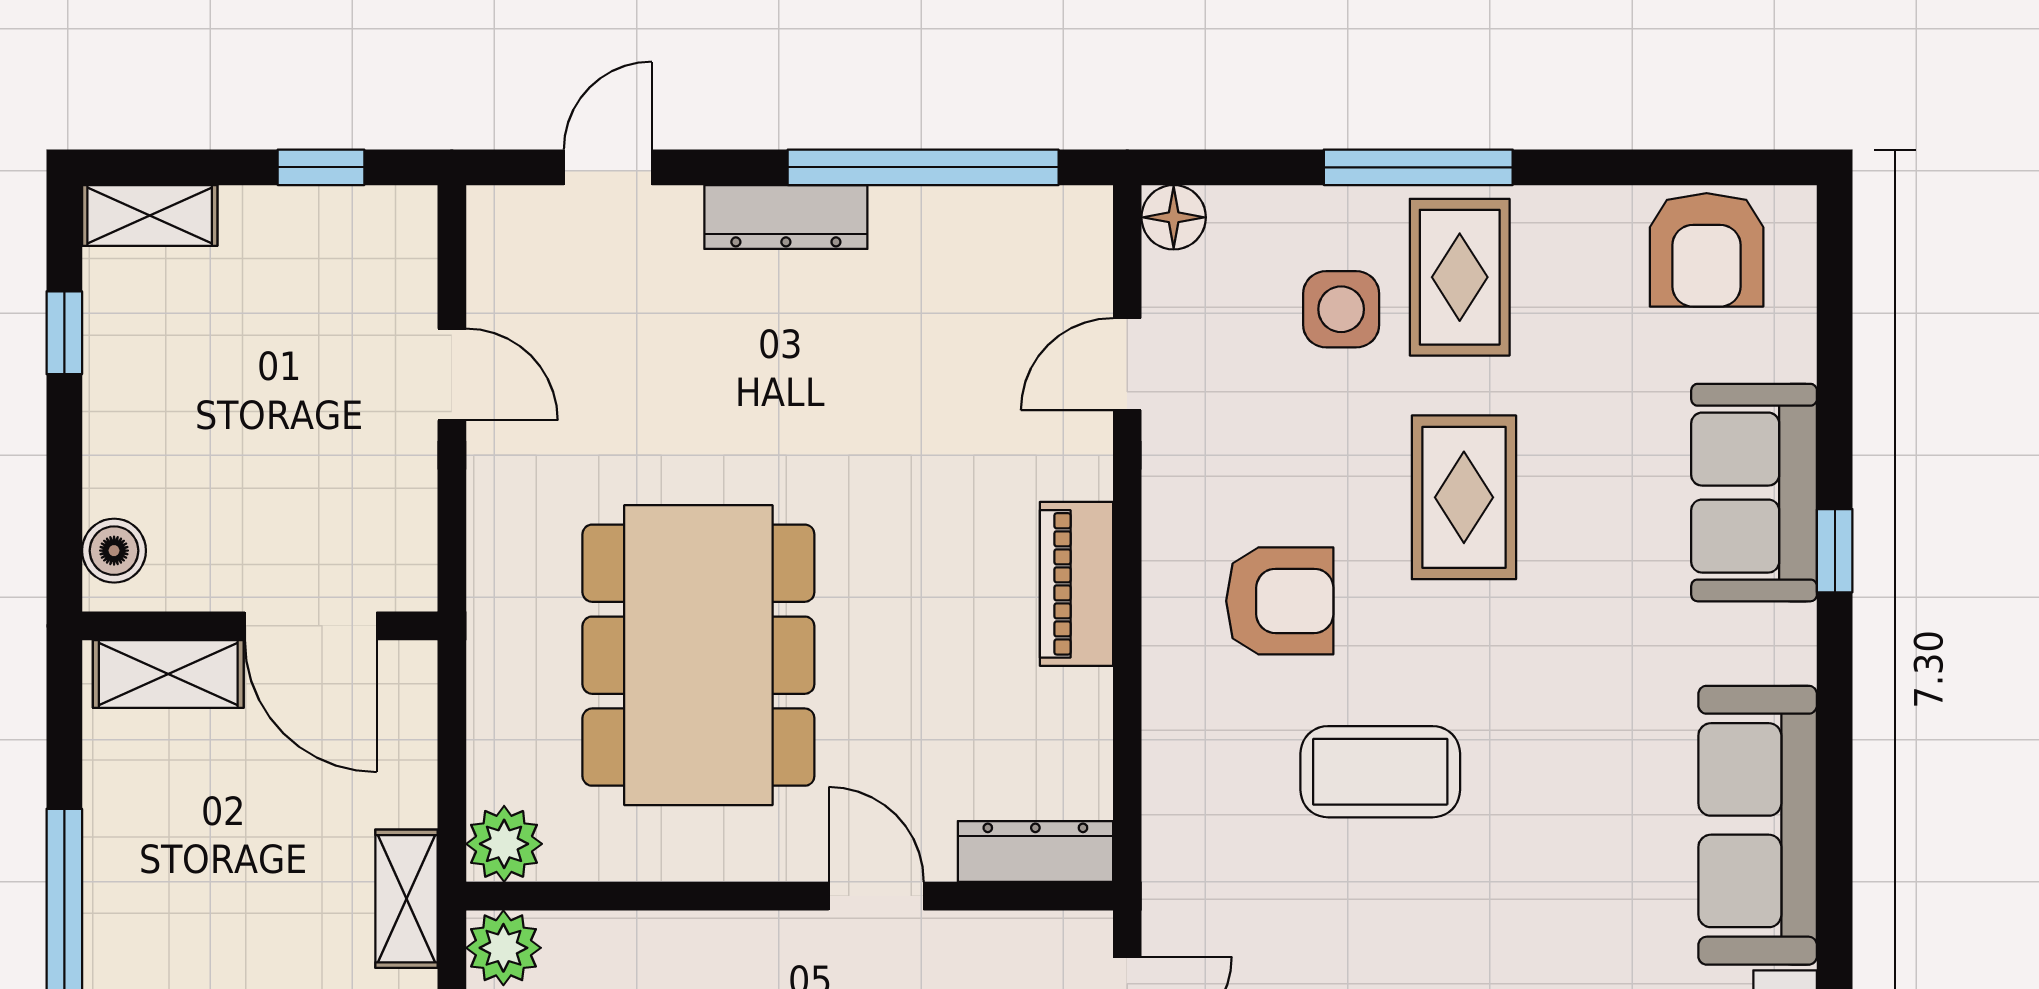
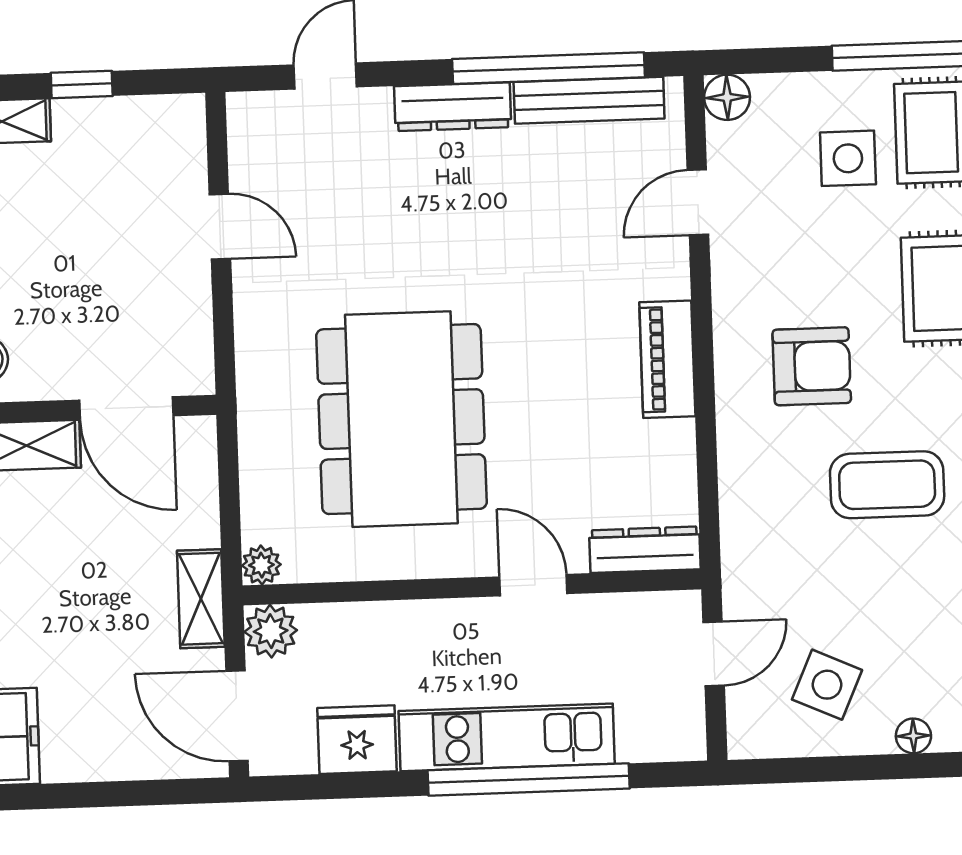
window: (321, 167) -> (82, 84), moved
bench: (979, 215) -> (589, 100), added
plant: (504, 844) -> (261, 565), width x0.73, depth x0.73

